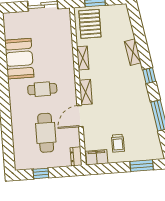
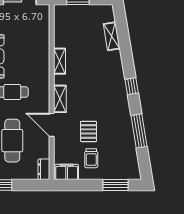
pallet: (90, 24) -> (89, 131), moved, width x0.67, depth x0.71
shelving: (133, 52) -> (112, 36), moved
door: (80, 116) -> (52, 125), hinge flipped

